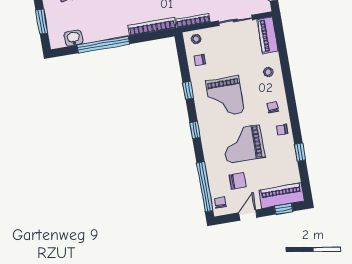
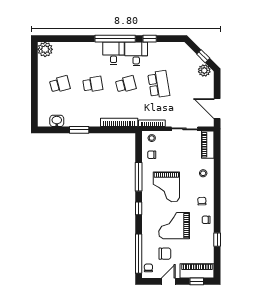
window: (42, 22) -> (34, 104), removed
window: (103, 45) -> (79, 130), width x0.47
window: (188, 90) -> (139, 177), width x2.17

